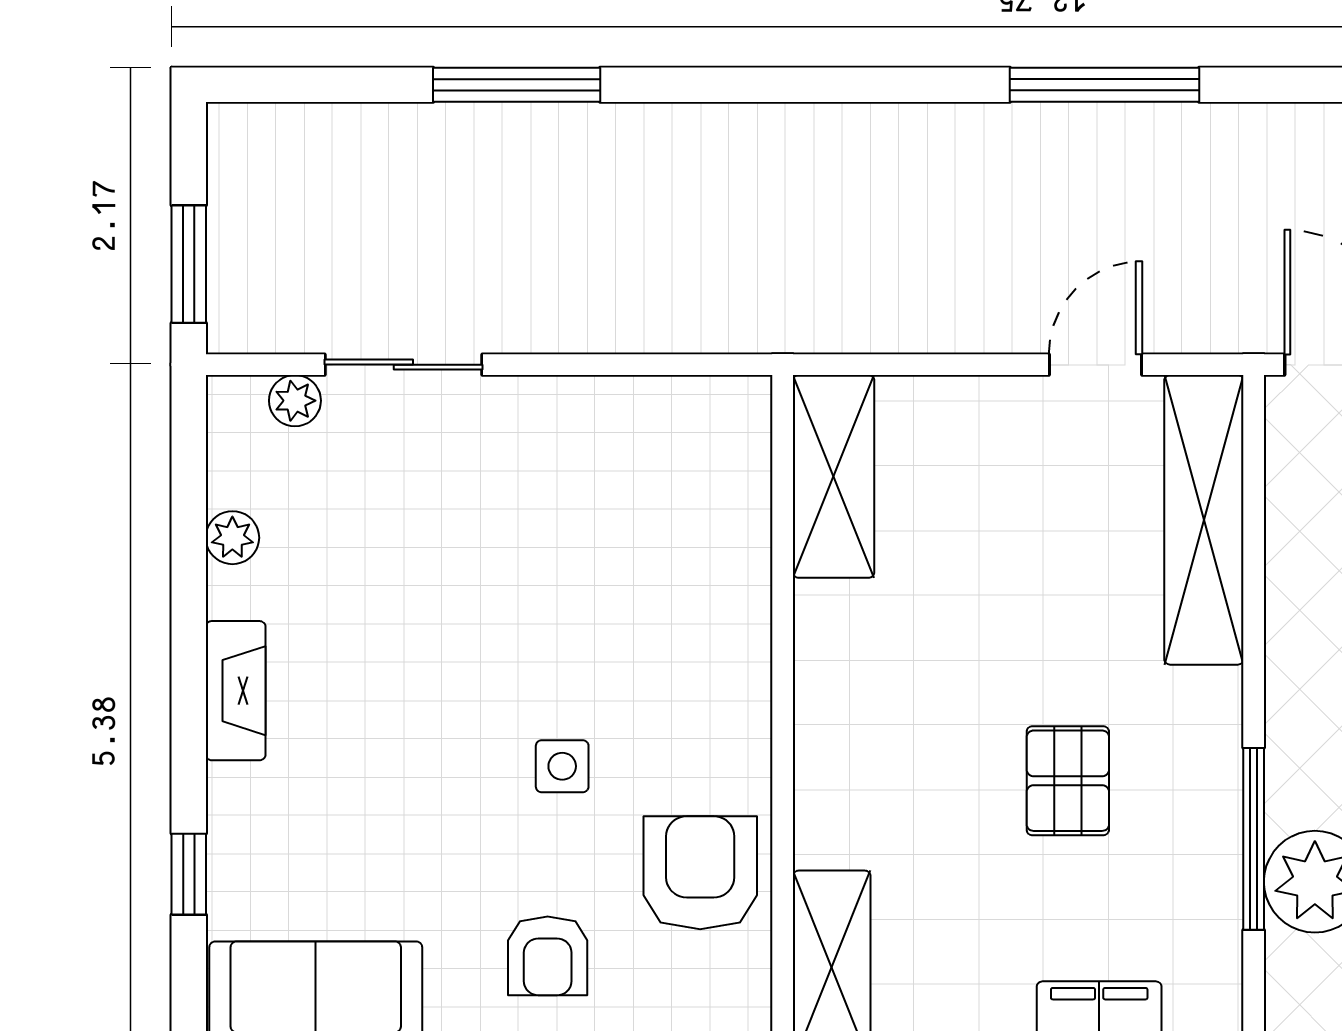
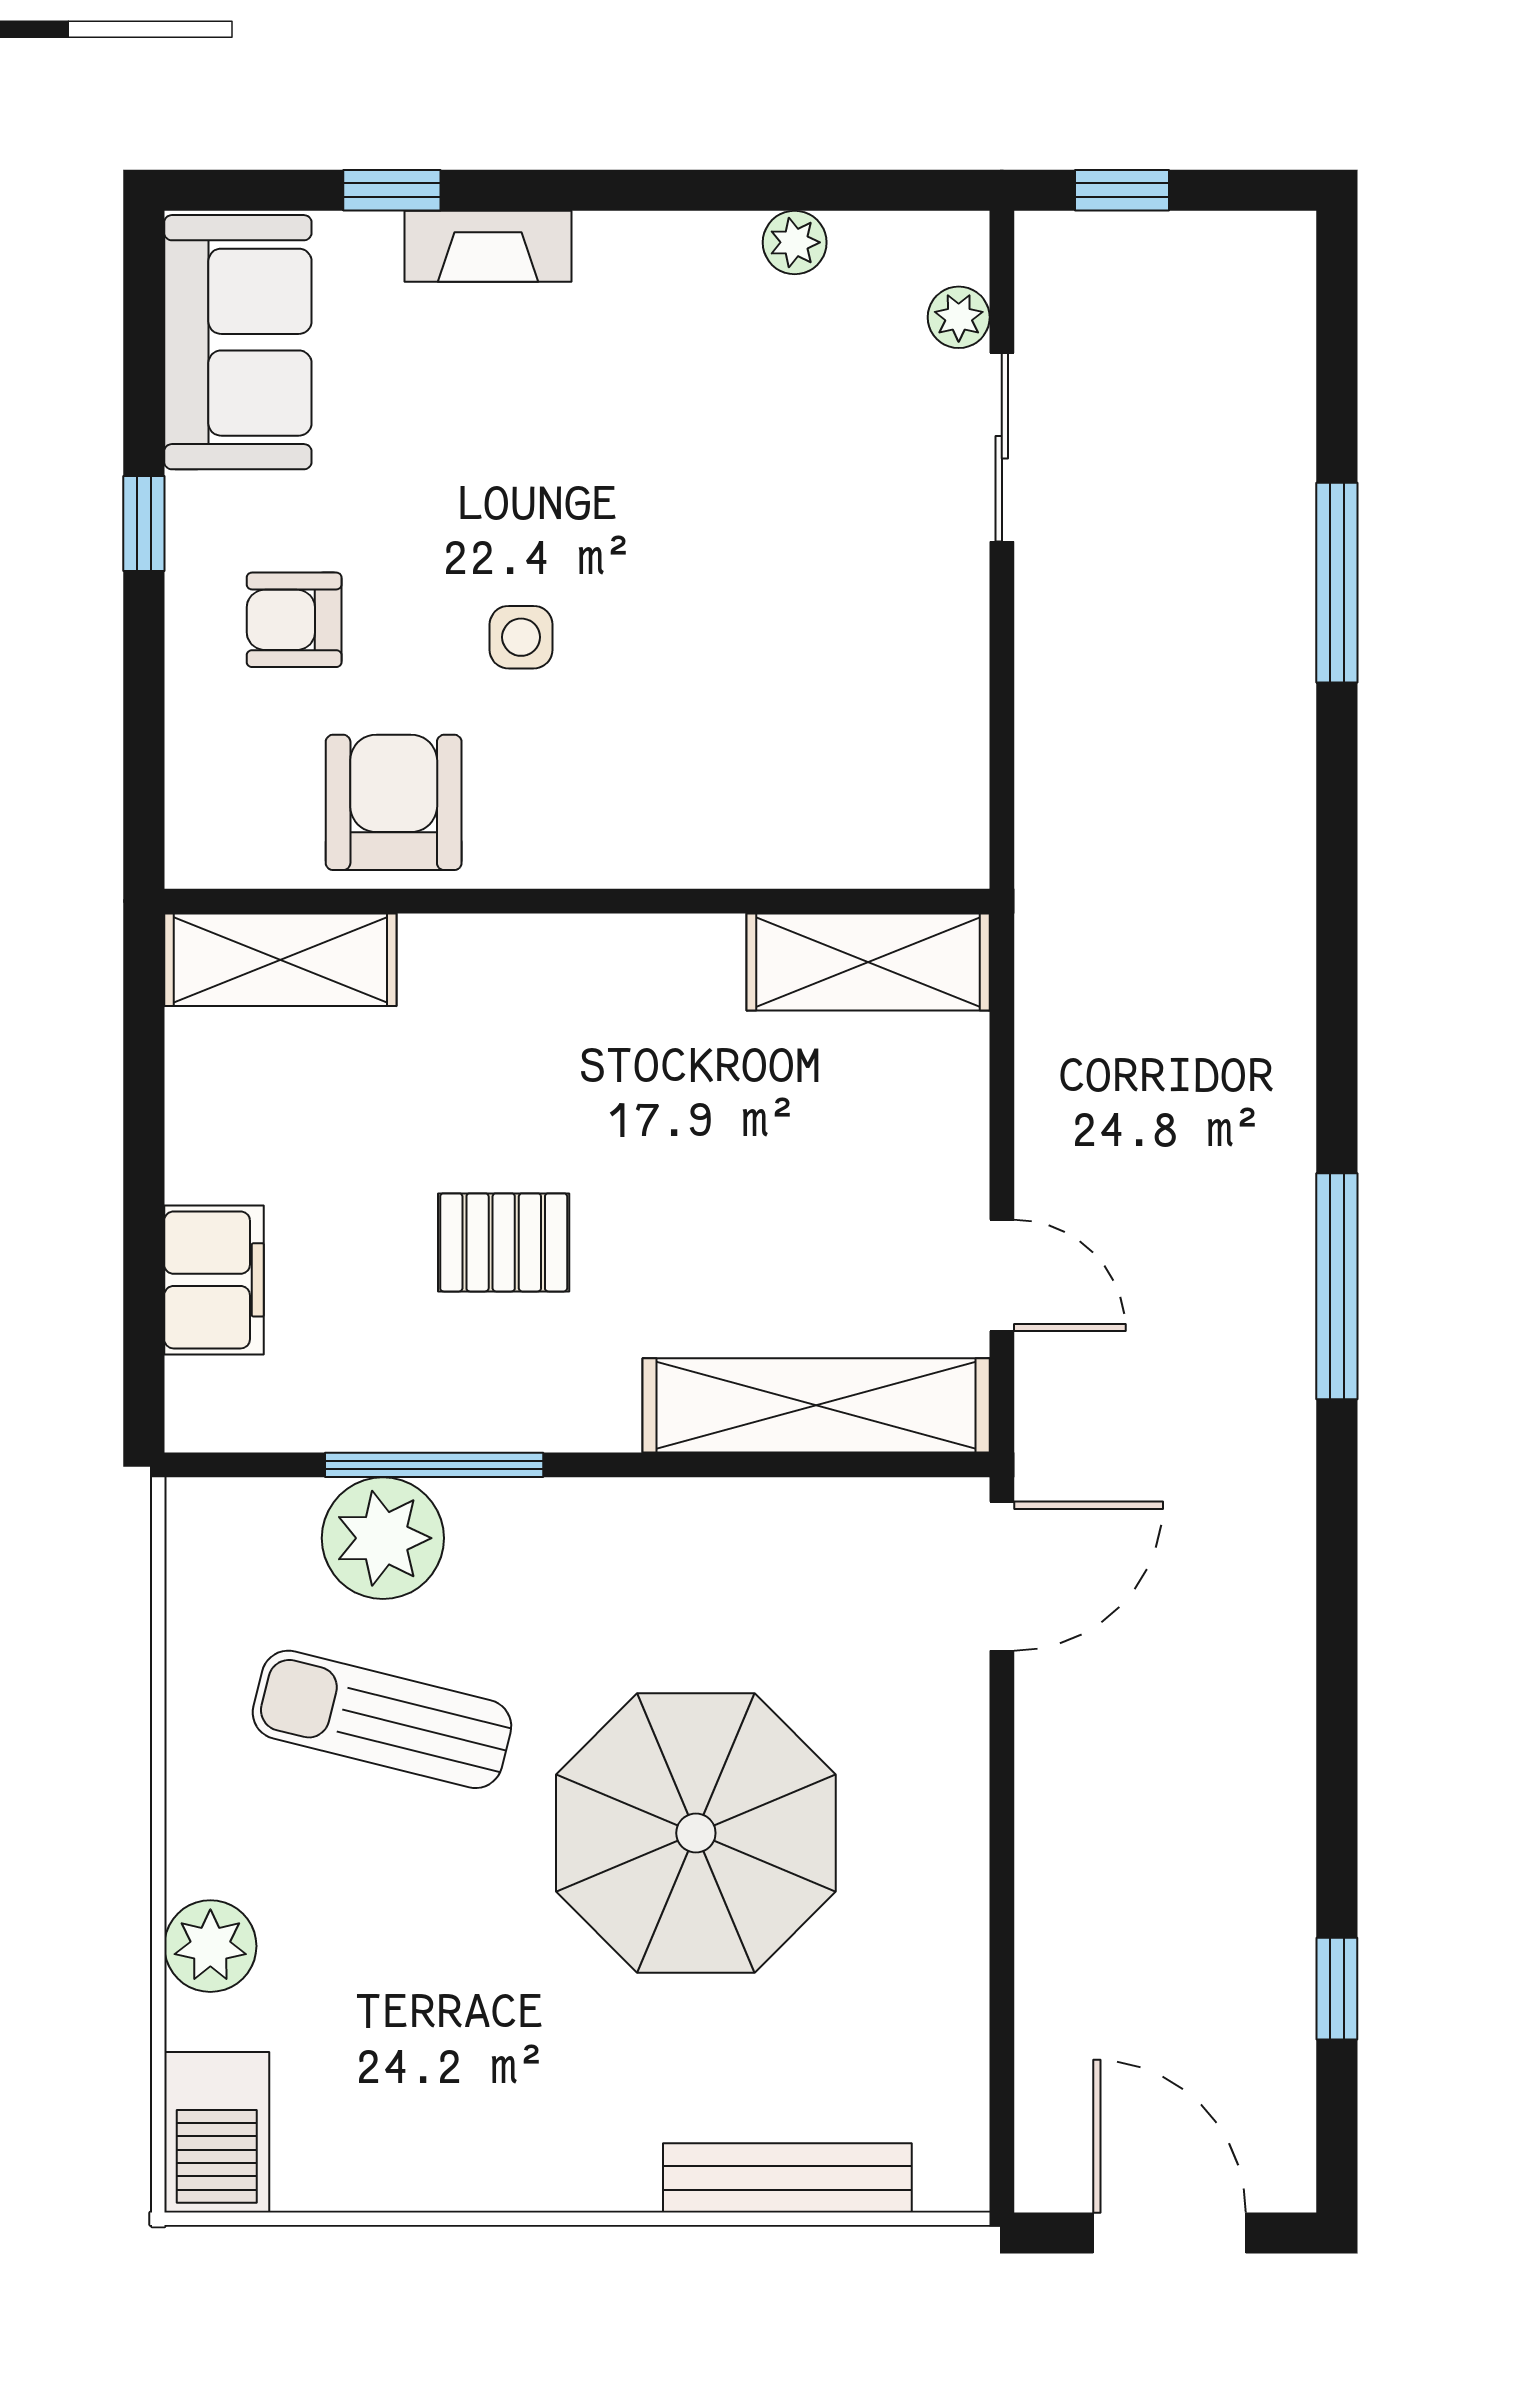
window: (189, 264) -> (1122, 190), width x0.67
fireplace: (236, 691) -> (488, 246), moved
armchair: (700, 873) -> (394, 802), turned -90

